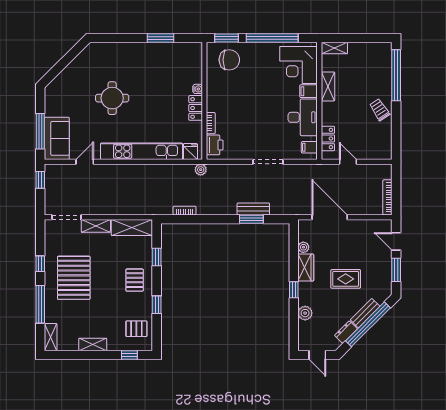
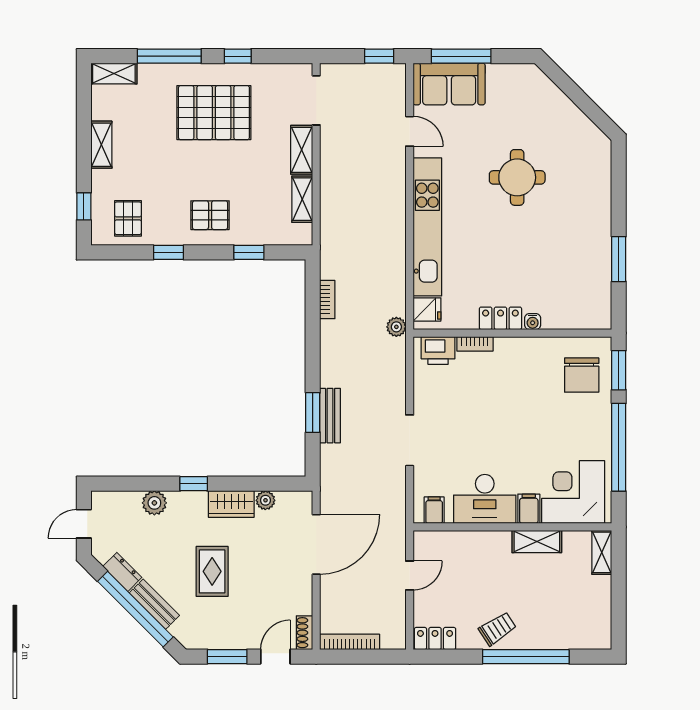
window: (396, 75) -> (526, 657), moved
locker: (328, 138) -> (435, 639), moved, turned 180
shoe rack: (382, 224) -> (304, 633), added
shelving: (132, 227) -> (302, 199), width x0.67, depth x0.75

